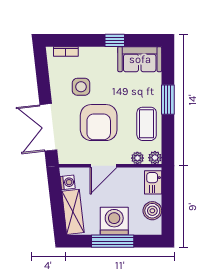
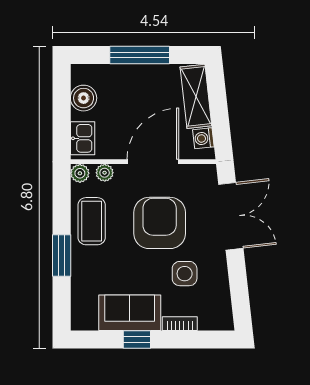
bookcase: (66, 51) -> (180, 324), moved
sofa: (140, 59) -> (130, 313), moved
door: (103, 166) -> (153, 162), width x1.36
washing machine: (114, 221) -> (138, 84), removed

